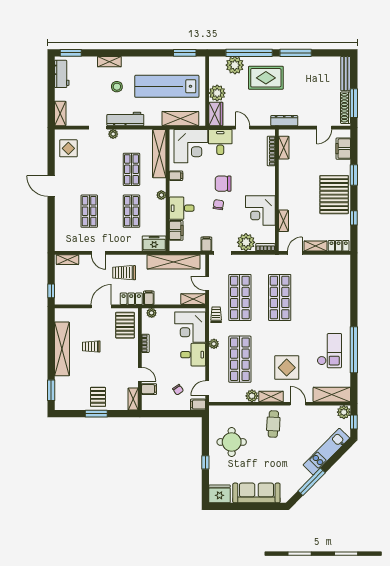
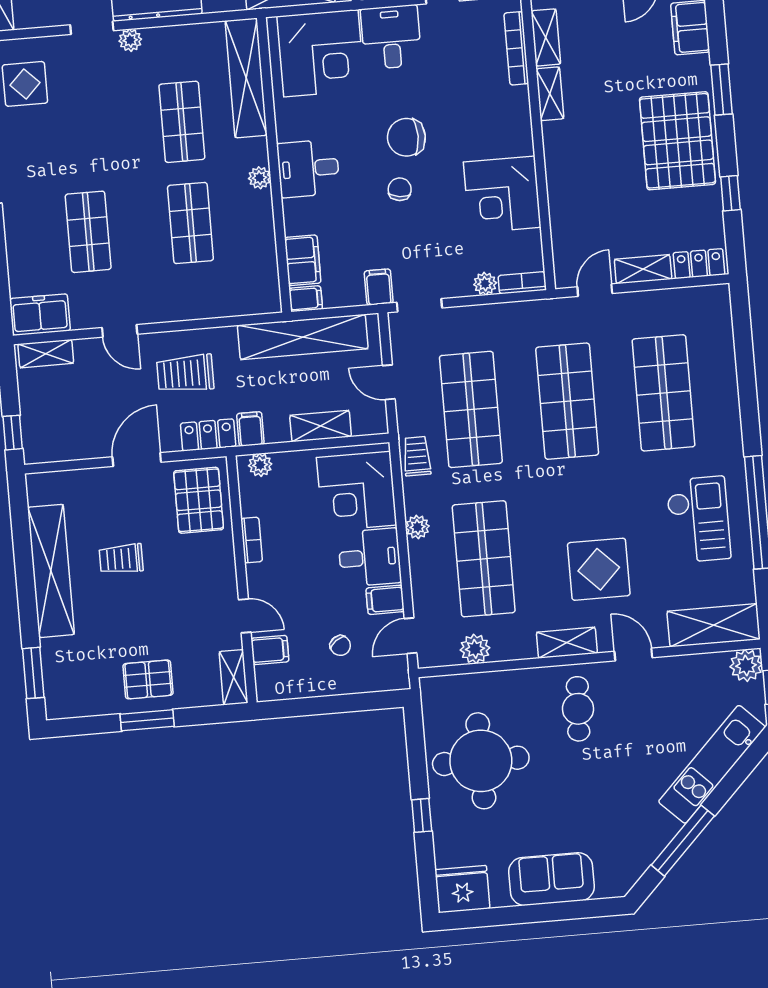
filing cabinet: (176, 176) -> (306, 299), moved
desk: (182, 208) -> (308, 168), moved
shelving: (283, 221) -> (550, 94), moved
plant: (246, 242) -> (485, 284), width x0.53, depth x0.53
freezer: (154, 243) -> (40, 315), moved
shop shelf: (320, 297) -> (664, 393), added
shelving: (193, 299) -> (321, 426), moved
plant: (252, 396) -> (475, 649), moved
pallet: (98, 397) -> (148, 679), turned 90
filing cabinet: (198, 405) -> (385, 600), moved
round table: (232, 442) -> (481, 761), width x1.36, depth x1.36
sofa: (256, 493) -> (552, 879), width x0.73

